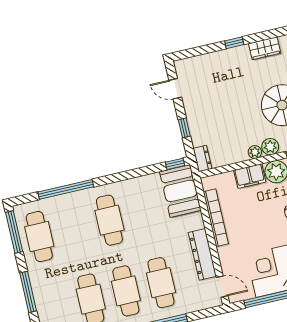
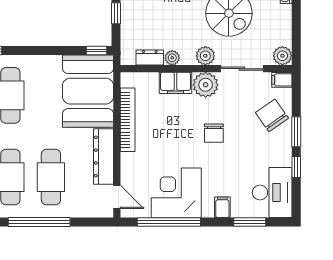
plant: (255, 152) -> (172, 58), moved
dresser: (202, 159) -> (150, 57), moved, turned -90
booth: (180, 191) -> (88, 91), width x1.36, depth x1.42

